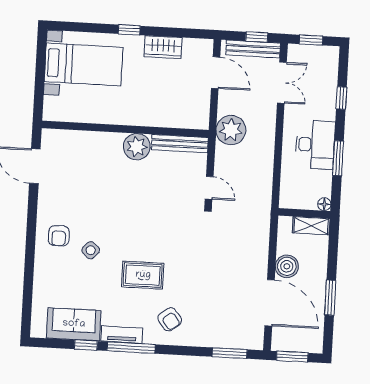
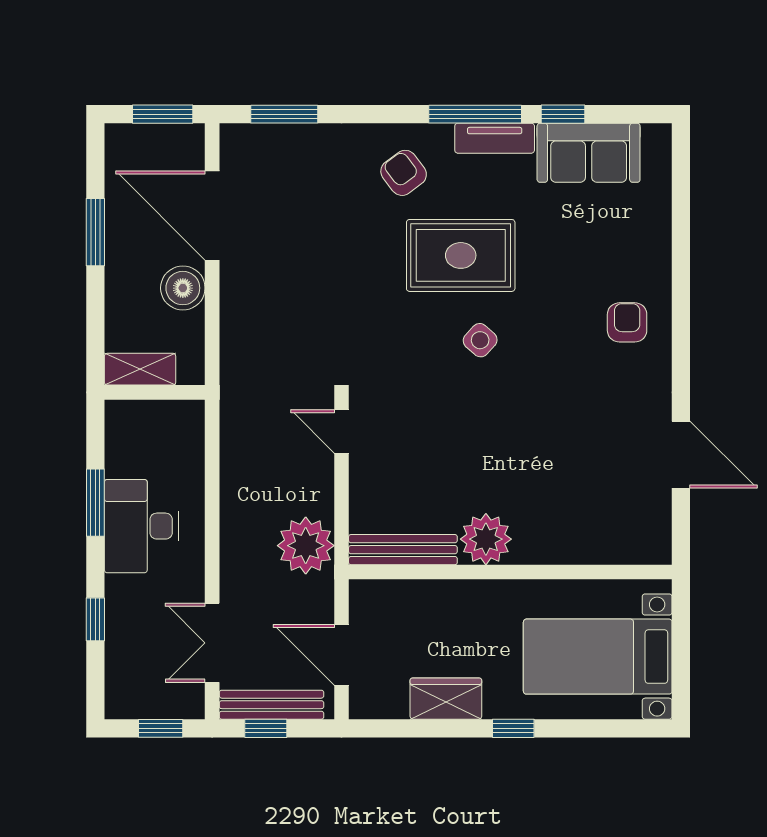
wall: (125, 129) -> (510, 572), moved
bench: (180, 144) -> (403, 550), moved
plant: (137, 147) -> (486, 539), moved
floor lamp: (324, 204) -> (117, 412), removed
side table: (91, 250) -> (480, 340), moved
rug: (143, 275) -> (461, 255), width x1.36, depth x1.43

